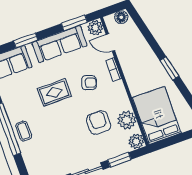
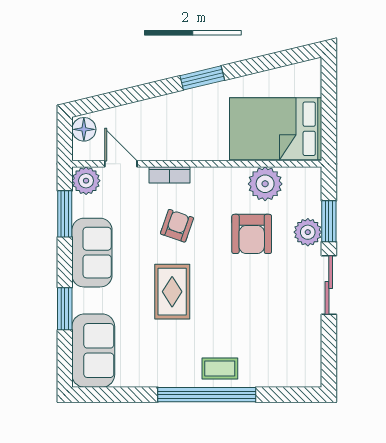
door: (110, 43) -> (121, 164), swing flipped
sofa: (60, 44) -> (92, 253), width x0.73
armchair: (99, 123) -> (252, 234), turned -90
plant: (136, 141) -> (308, 232), moved

